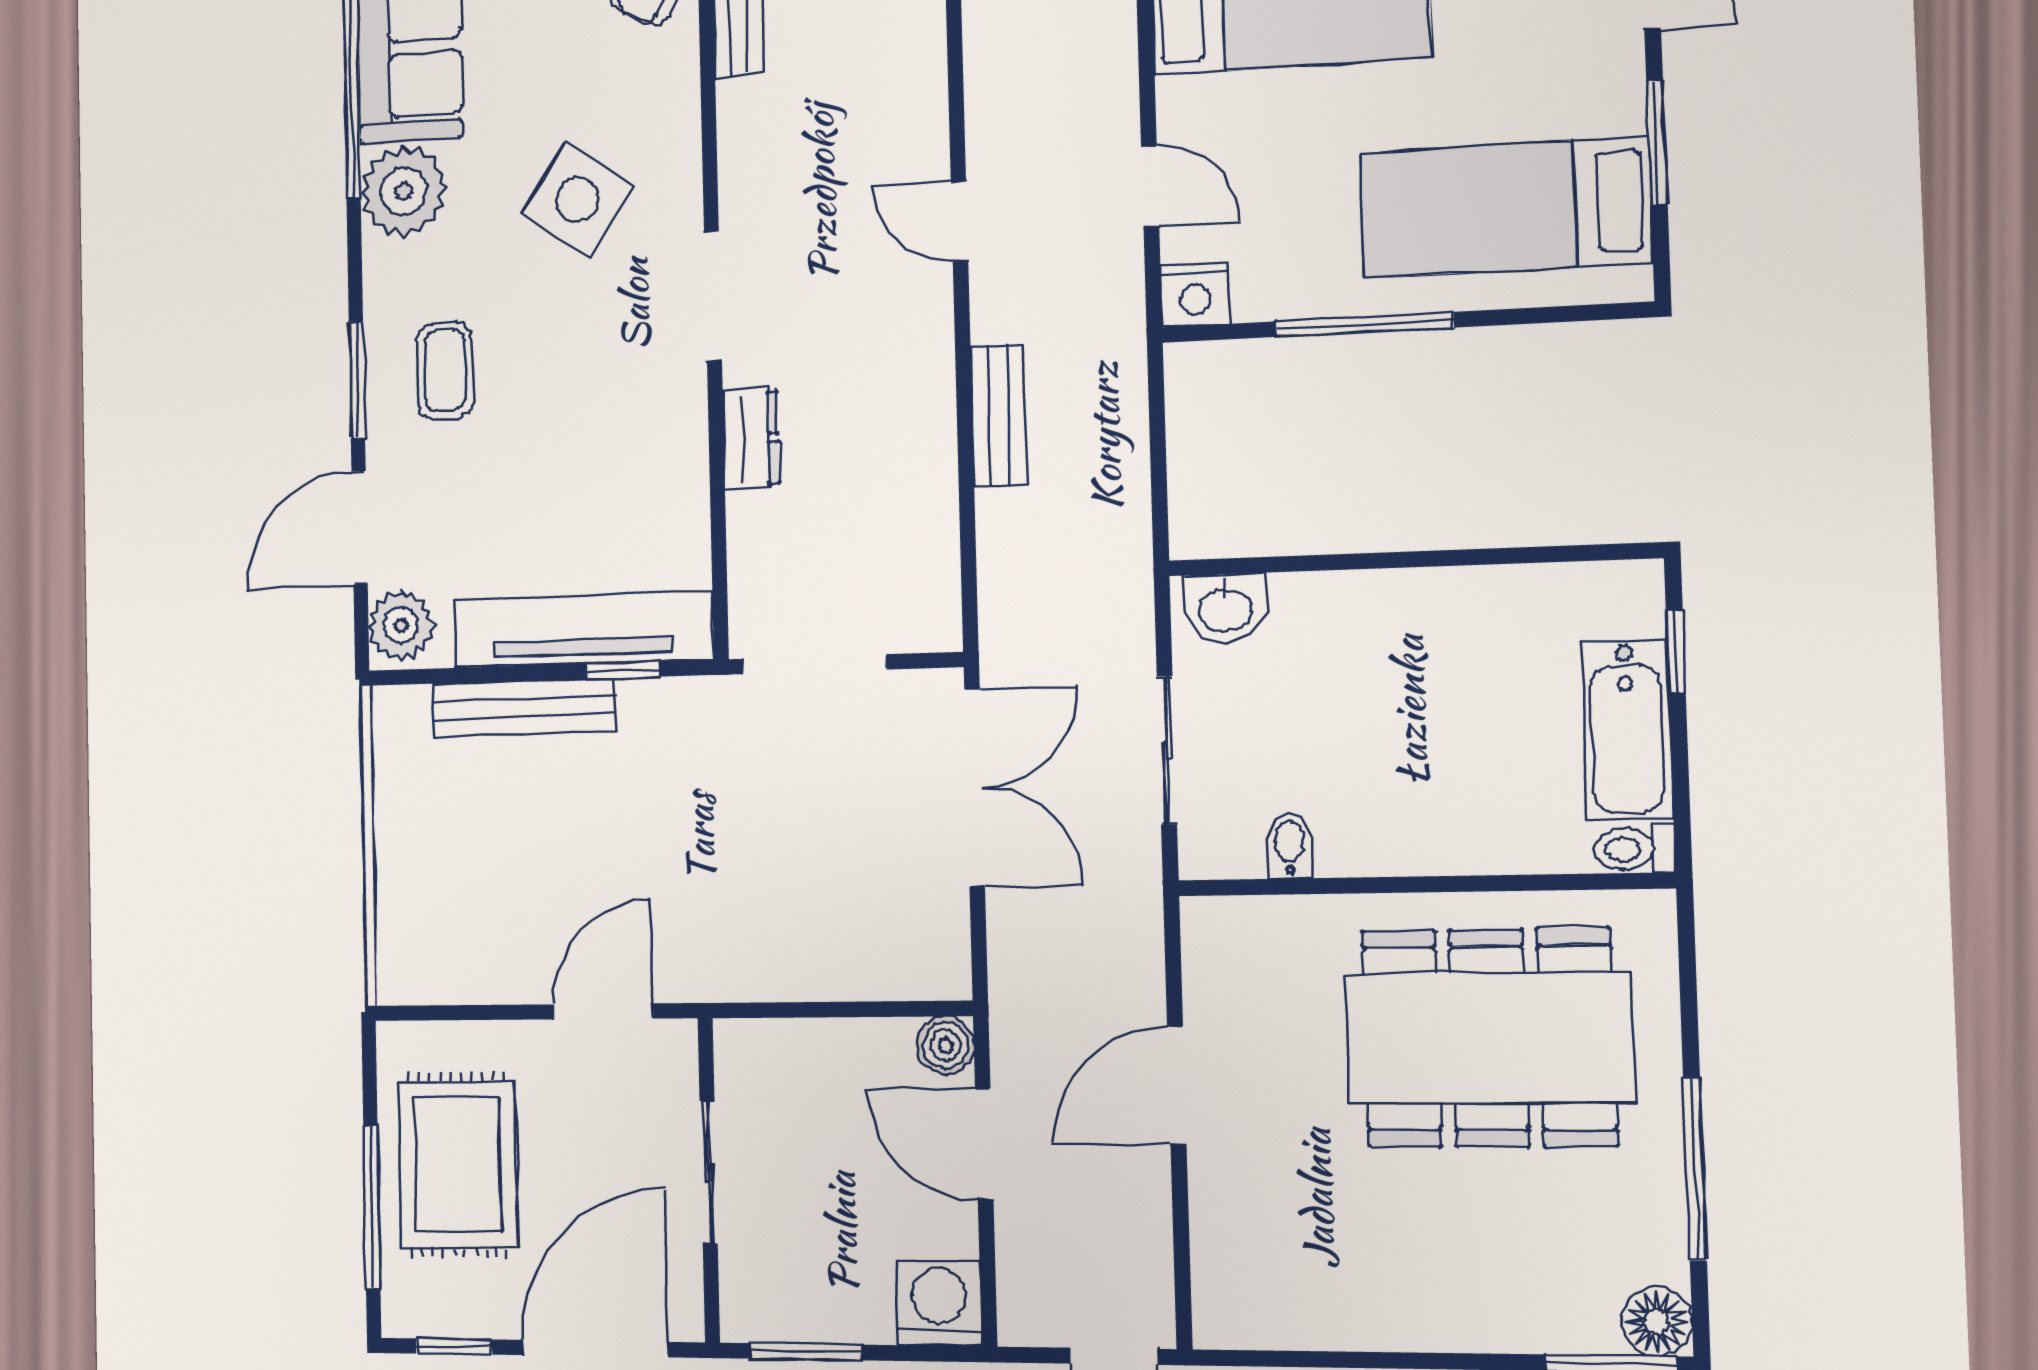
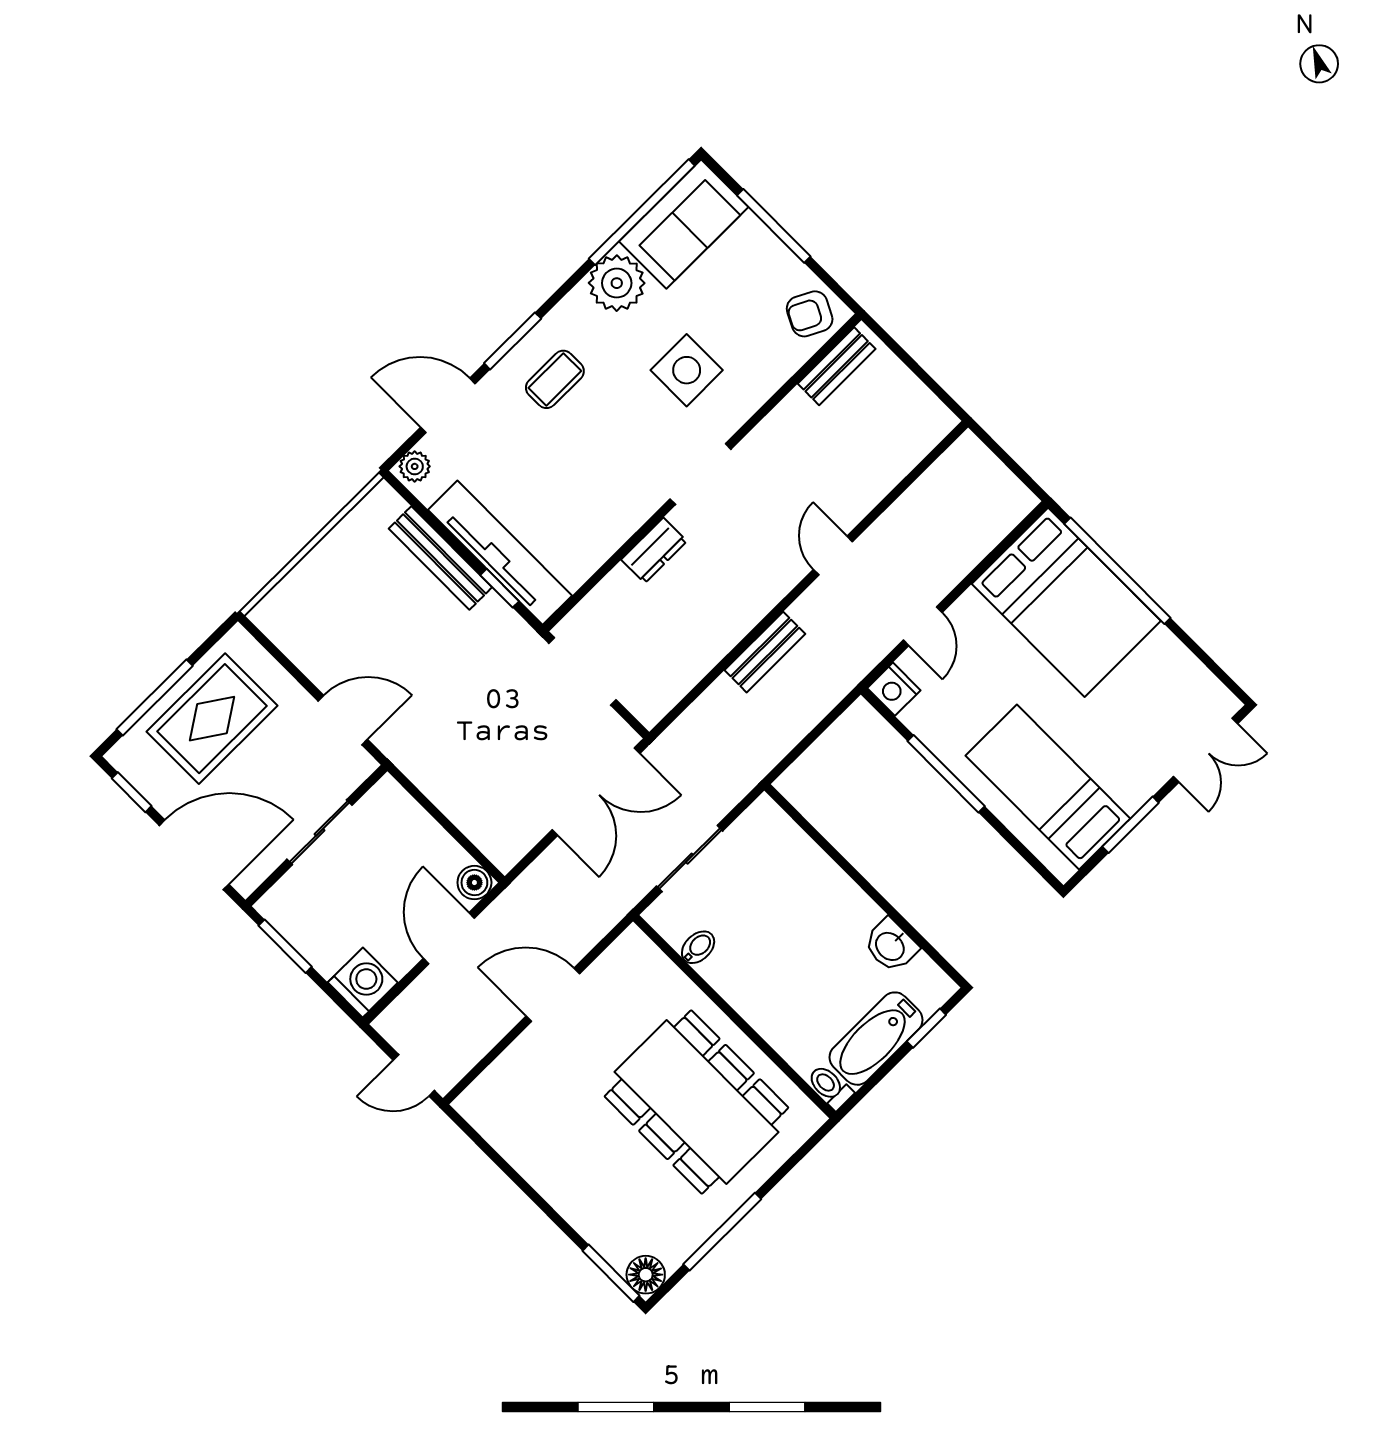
side table: (578, 200) -> (687, 370), turned -34
washbasin: (1225, 608) -> (891, 946), moved
plant: (401, 626) -> (415, 466), width x0.73, depth x0.73

